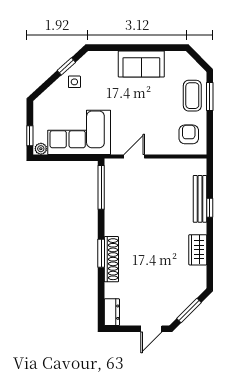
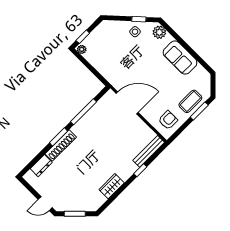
plant: (98, 60) -> (159, 32), added
corner sofa: (79, 132) -> (111, 61), removed
door: (134, 157) -> (127, 103), width x1.88
window: (101, 187) -> (83, 112), moved
bench: (200, 199) -> (149, 151), moved
dresser: (112, 312) -> (41, 166), moved

